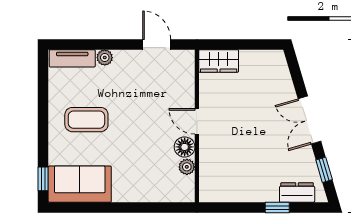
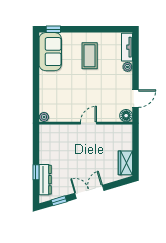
wardrobe: (219, 61) -> (125, 163), moved
floor lamp: (185, 147) -> (126, 116), moved
plant: (187, 167) -> (44, 117), moved
dresser: (297, 192) -> (45, 180), width x1.44

